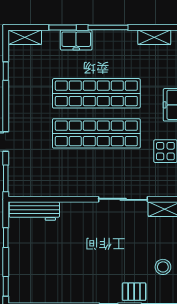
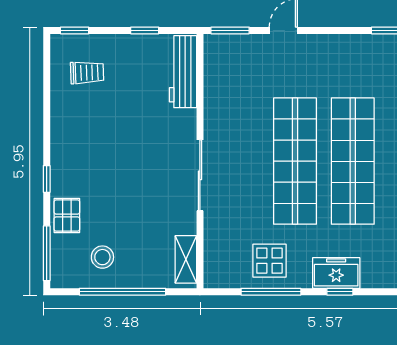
sliding door: (123, 199) -> (200, 175), moved
trolley: (35, 278) -> (87, 73), added

